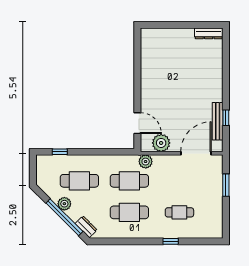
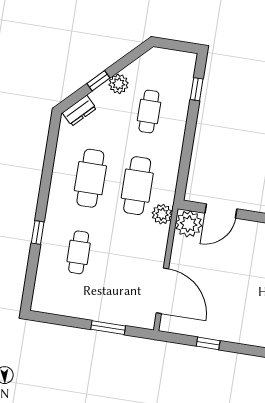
bench: (218, 121) -> (205, 330), removed
plant: (161, 143) -> (189, 224), moved
cafe table: (79, 181) -> (149, 112), width x0.73, depth x0.74
window: (64, 217) -> (98, 81), width x0.32

